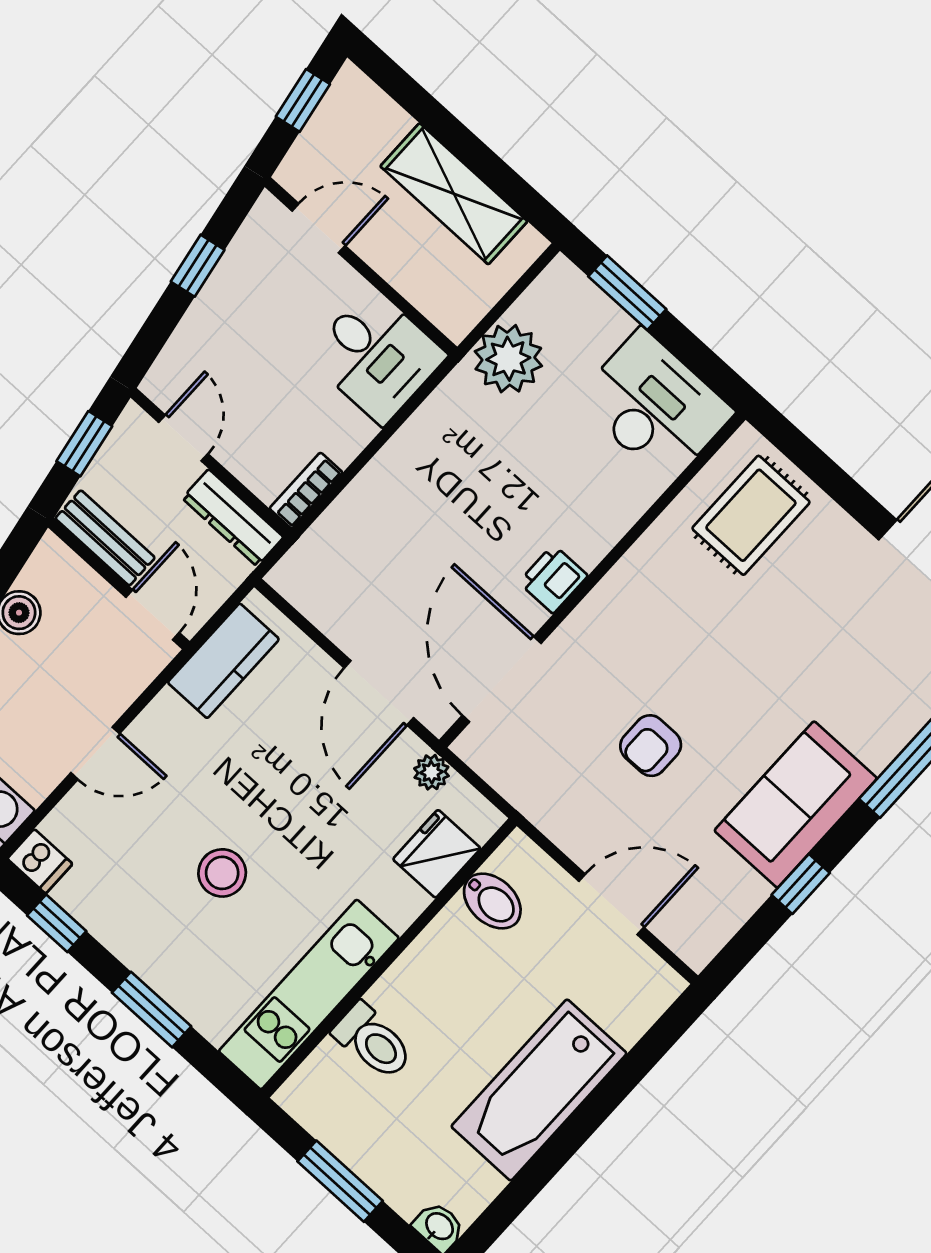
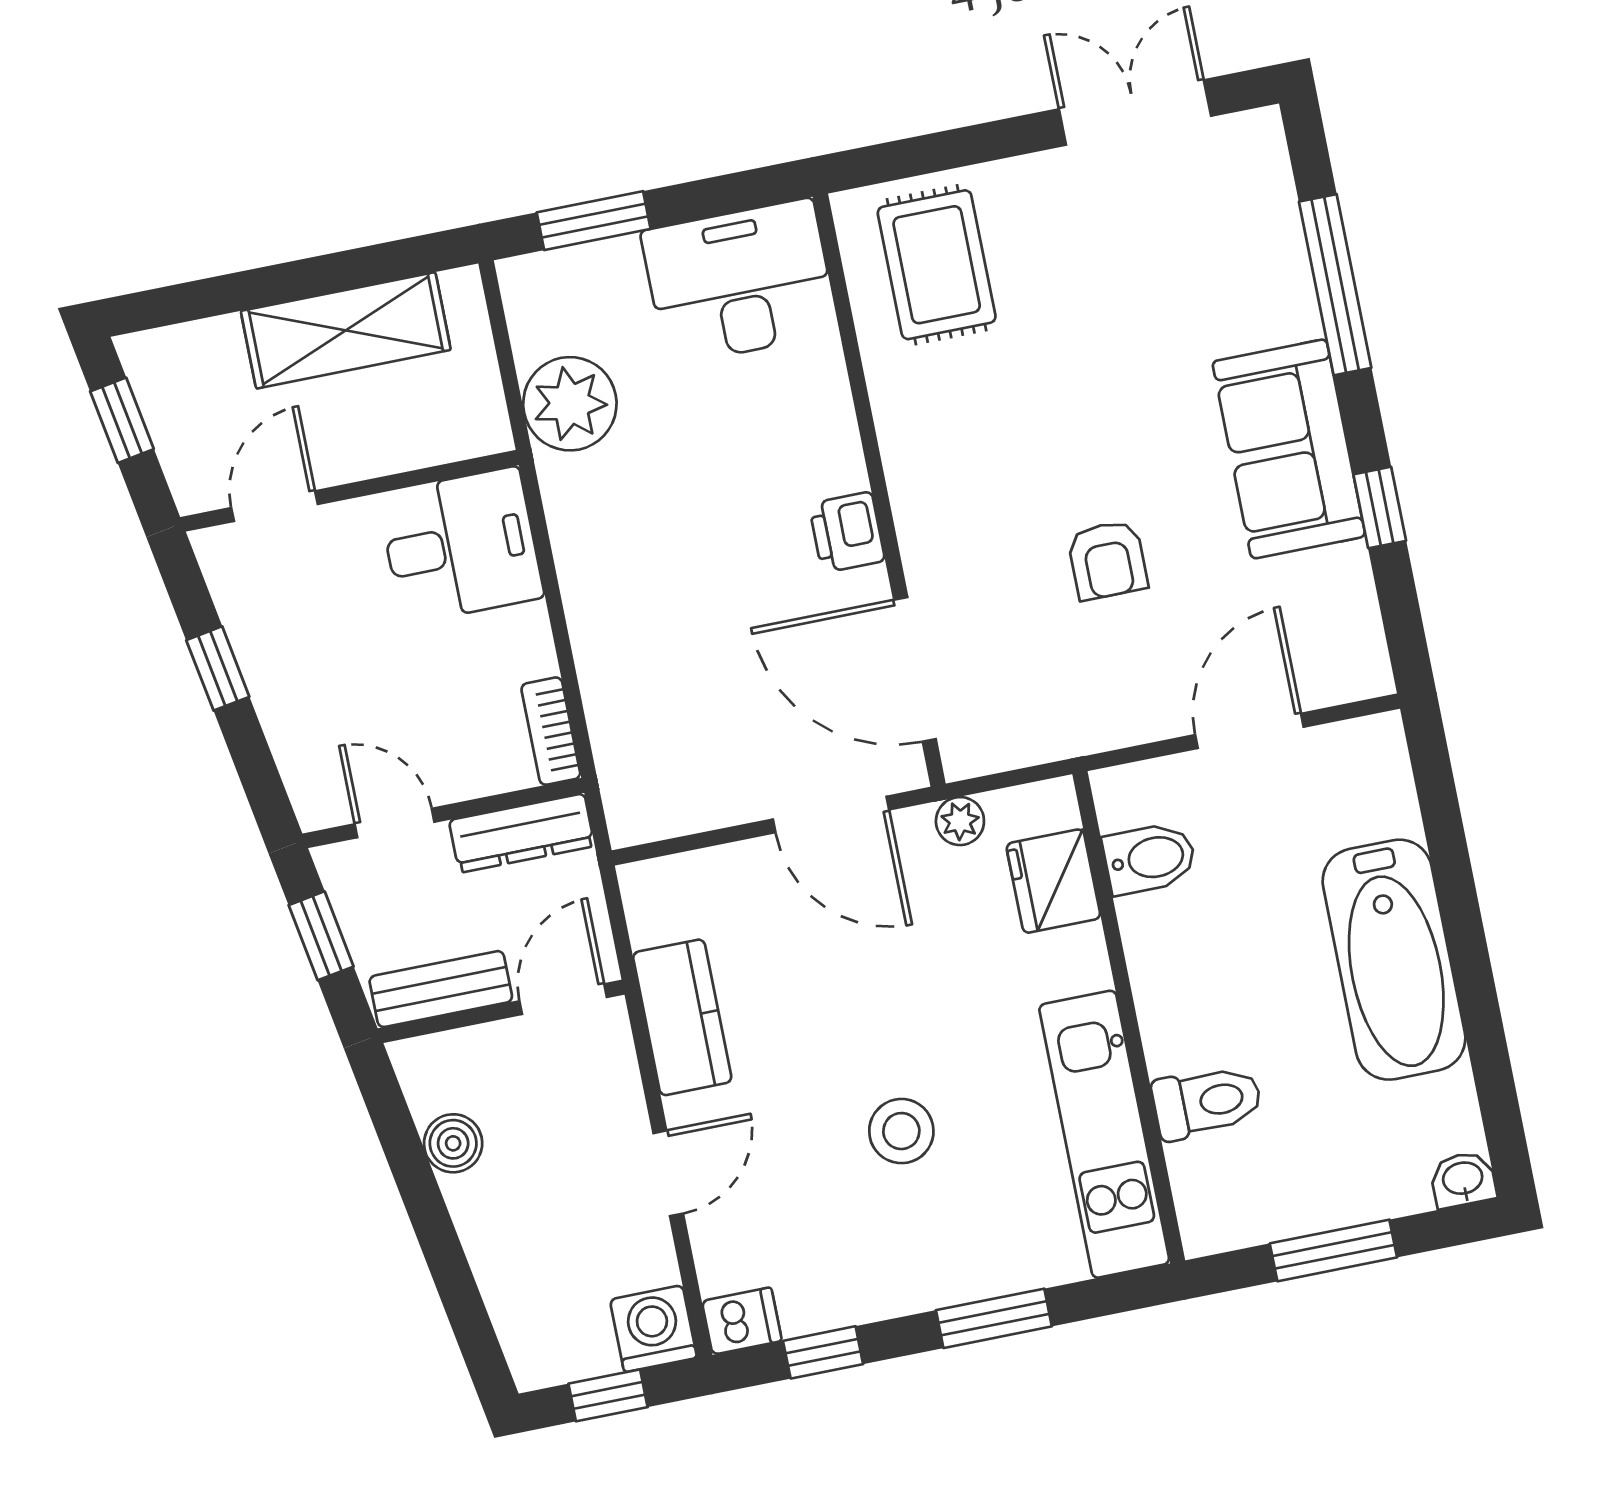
door: (153, 615) -> (563, 999), hinge flipped
kitchen counter: (223, 661) -> (682, 1017), moved

